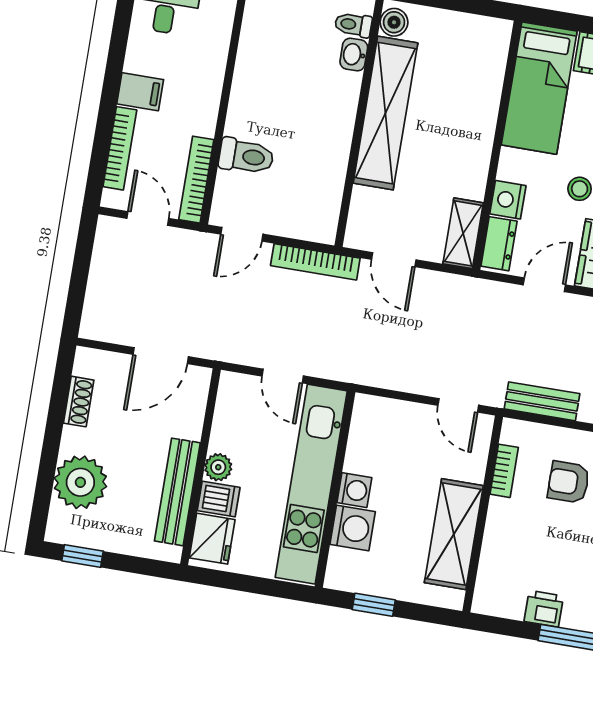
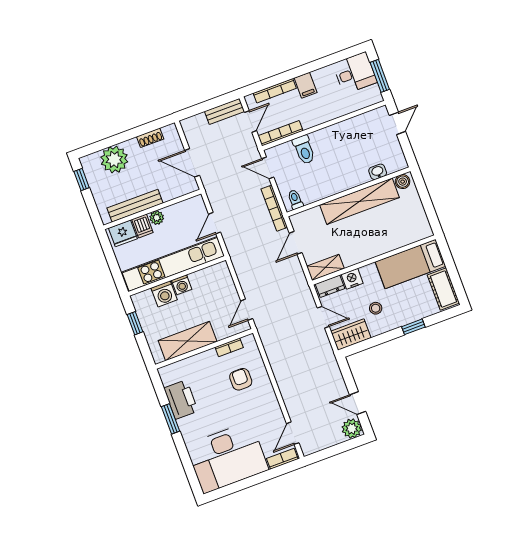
toilet: (353, 25) -> (295, 199), moved
bench: (542, 401) -> (224, 111), moved, turned 90
printer: (544, 609) -> (181, 399), width x1.87, depth x1.48

